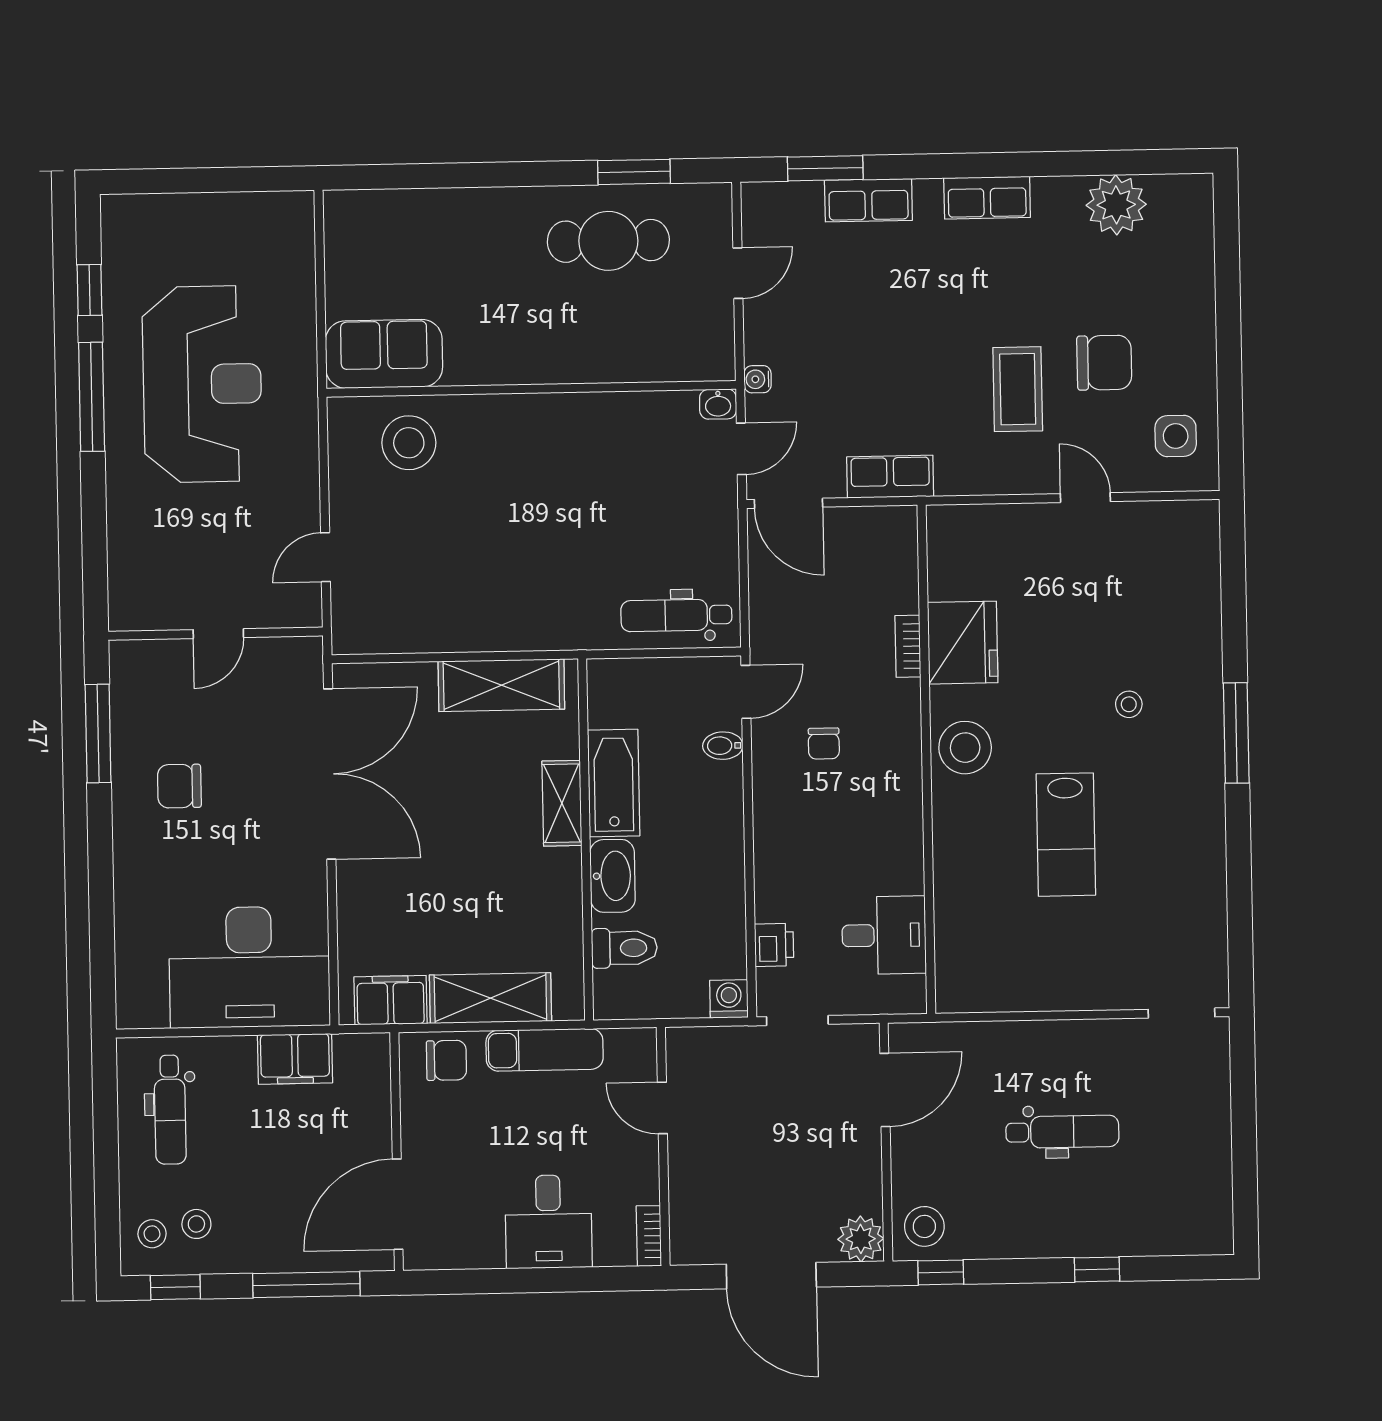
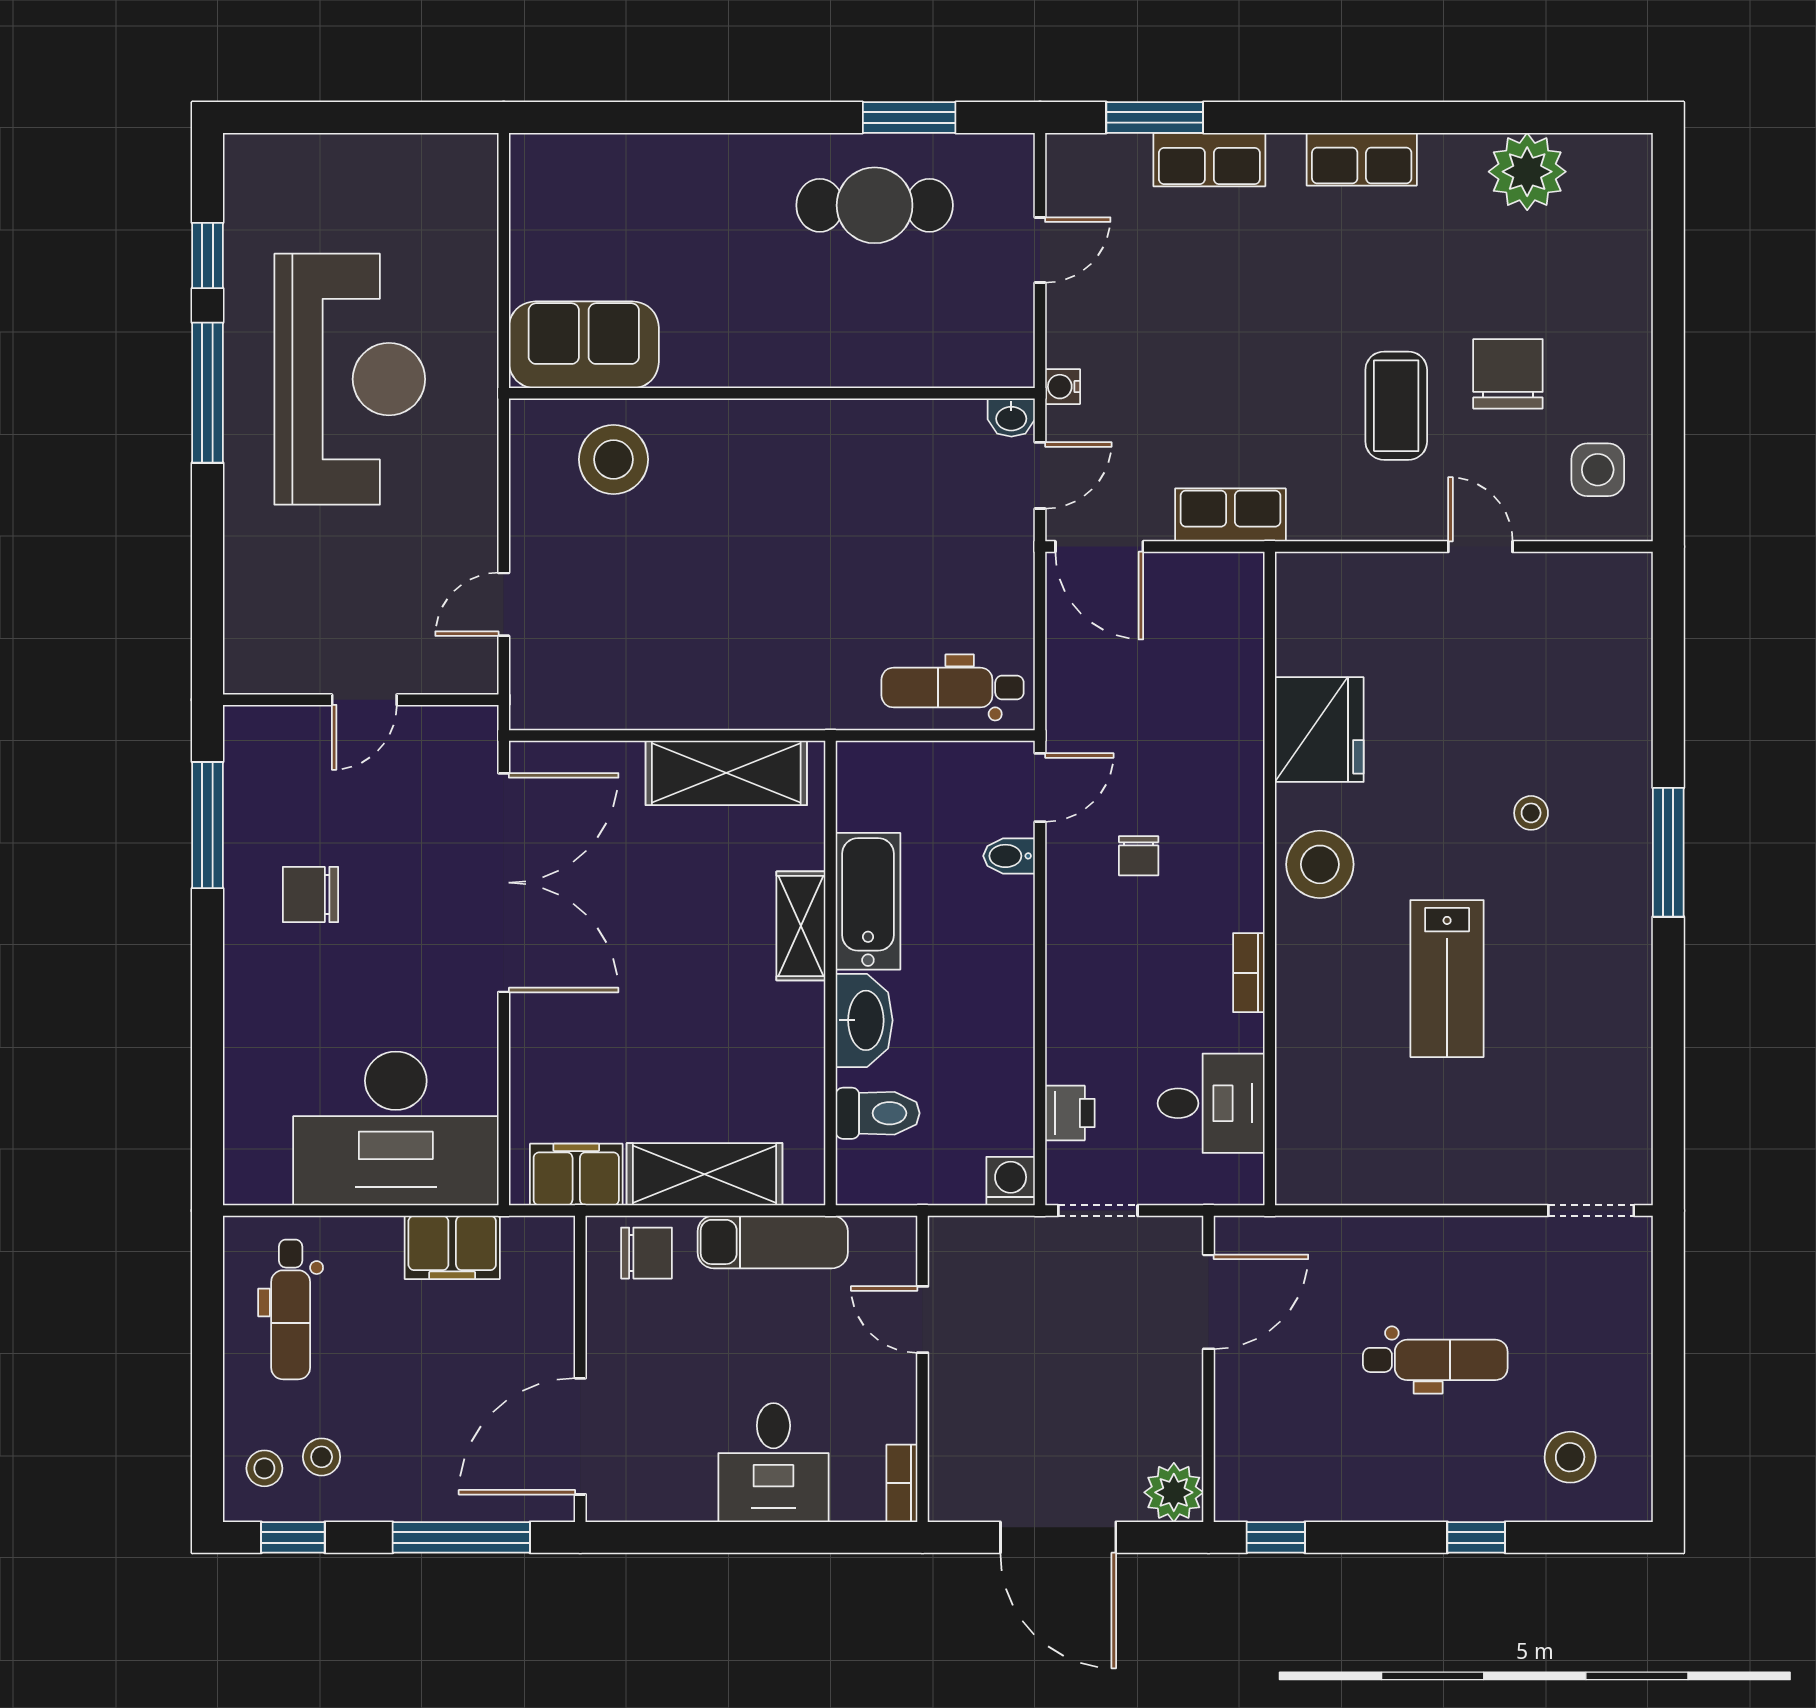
chair: (1104, 363) -> (1508, 374), turned -90
bookcase: (908, 646) -> (1249, 973), moved
stool: (924, 1226) -> (1570, 1457), moved

